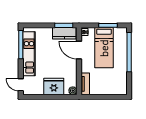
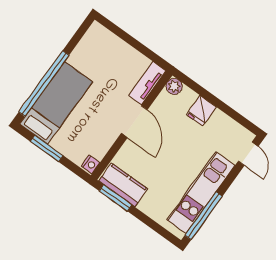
bed: (104, 48) -> (56, 103), moved
door: (79, 50) -> (134, 122), moved
fridge: (54, 87) -> (201, 111), width x0.53, depth x0.75

